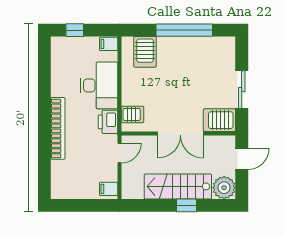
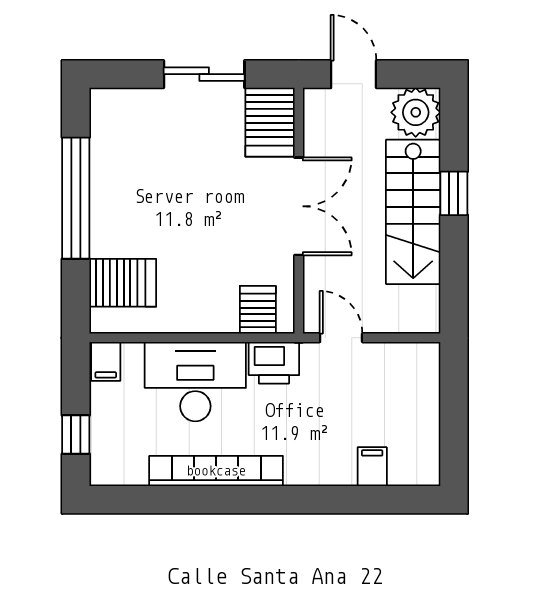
bookcase: (58, 128) -> (216, 471), moved
filing cabinet: (109, 189) -> (372, 467), moved, turned 180

